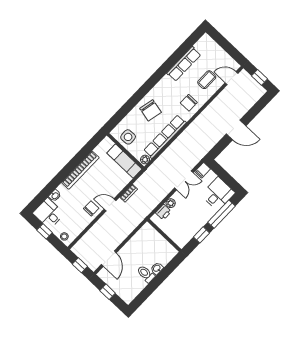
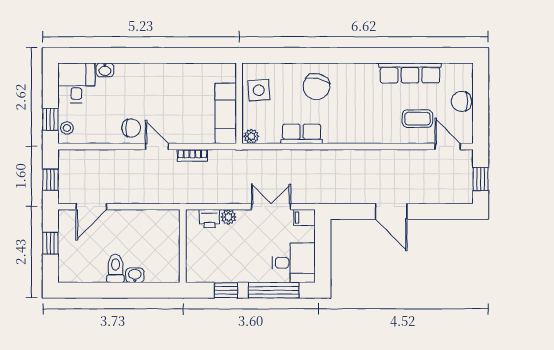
chair: (189, 103) -> (461, 101), moved
row of seats: (165, 137) -> (302, 134), width x0.50
bookcase: (80, 170) -> (165, 71), removed
double door: (184, 180) -> (271, 207), swing flipped
window: (45, 231) -> (50, 119), moved

